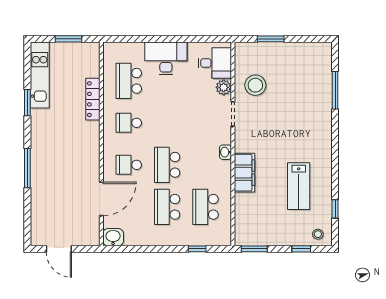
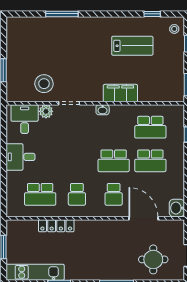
desk: (166, 58) -> (20, 157), width x0.73
window: (335, 90) -> (62, 14), moved
round table: (54, 210) -> (153, 259), added

